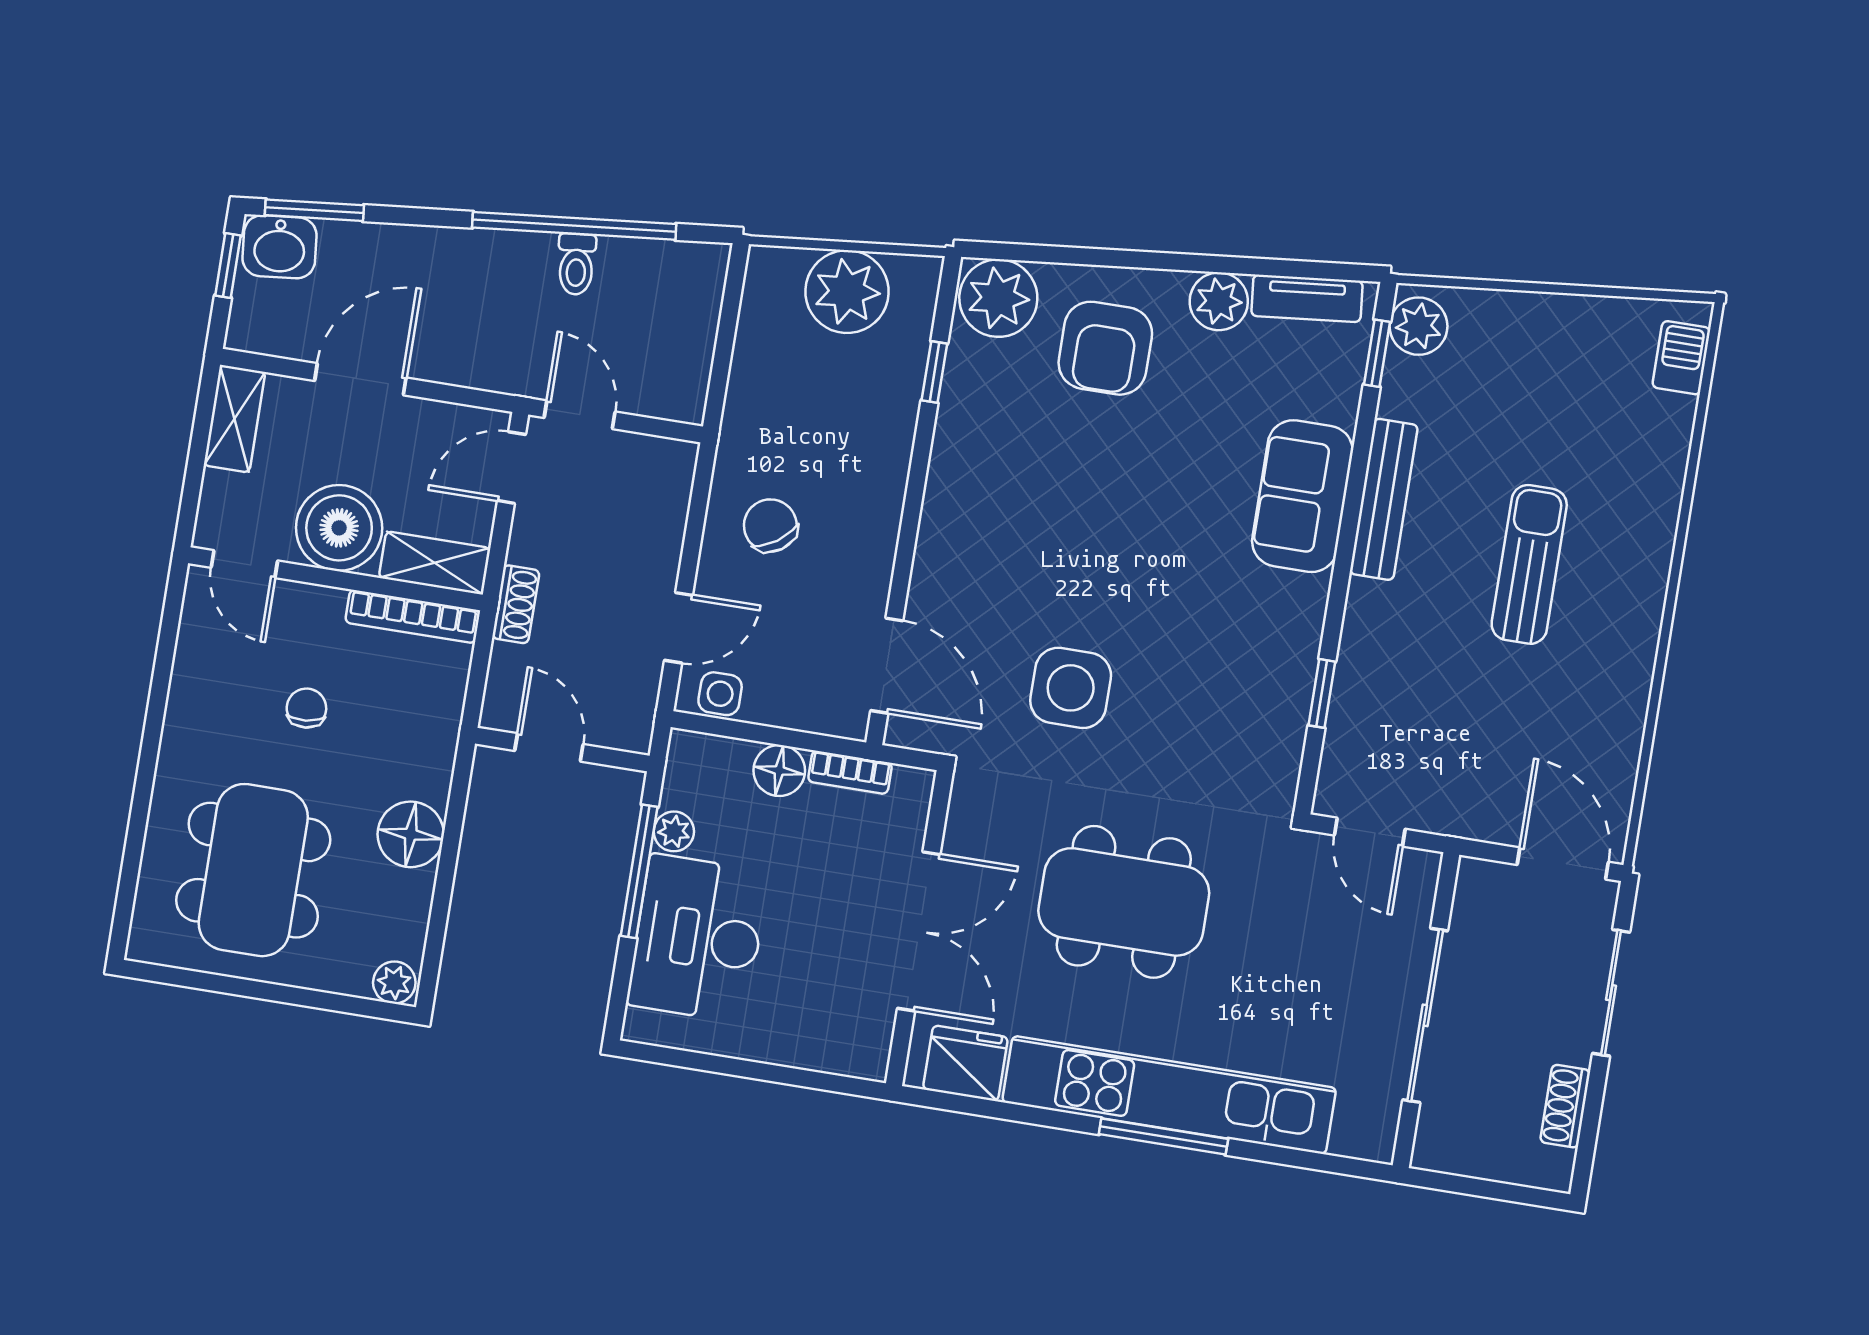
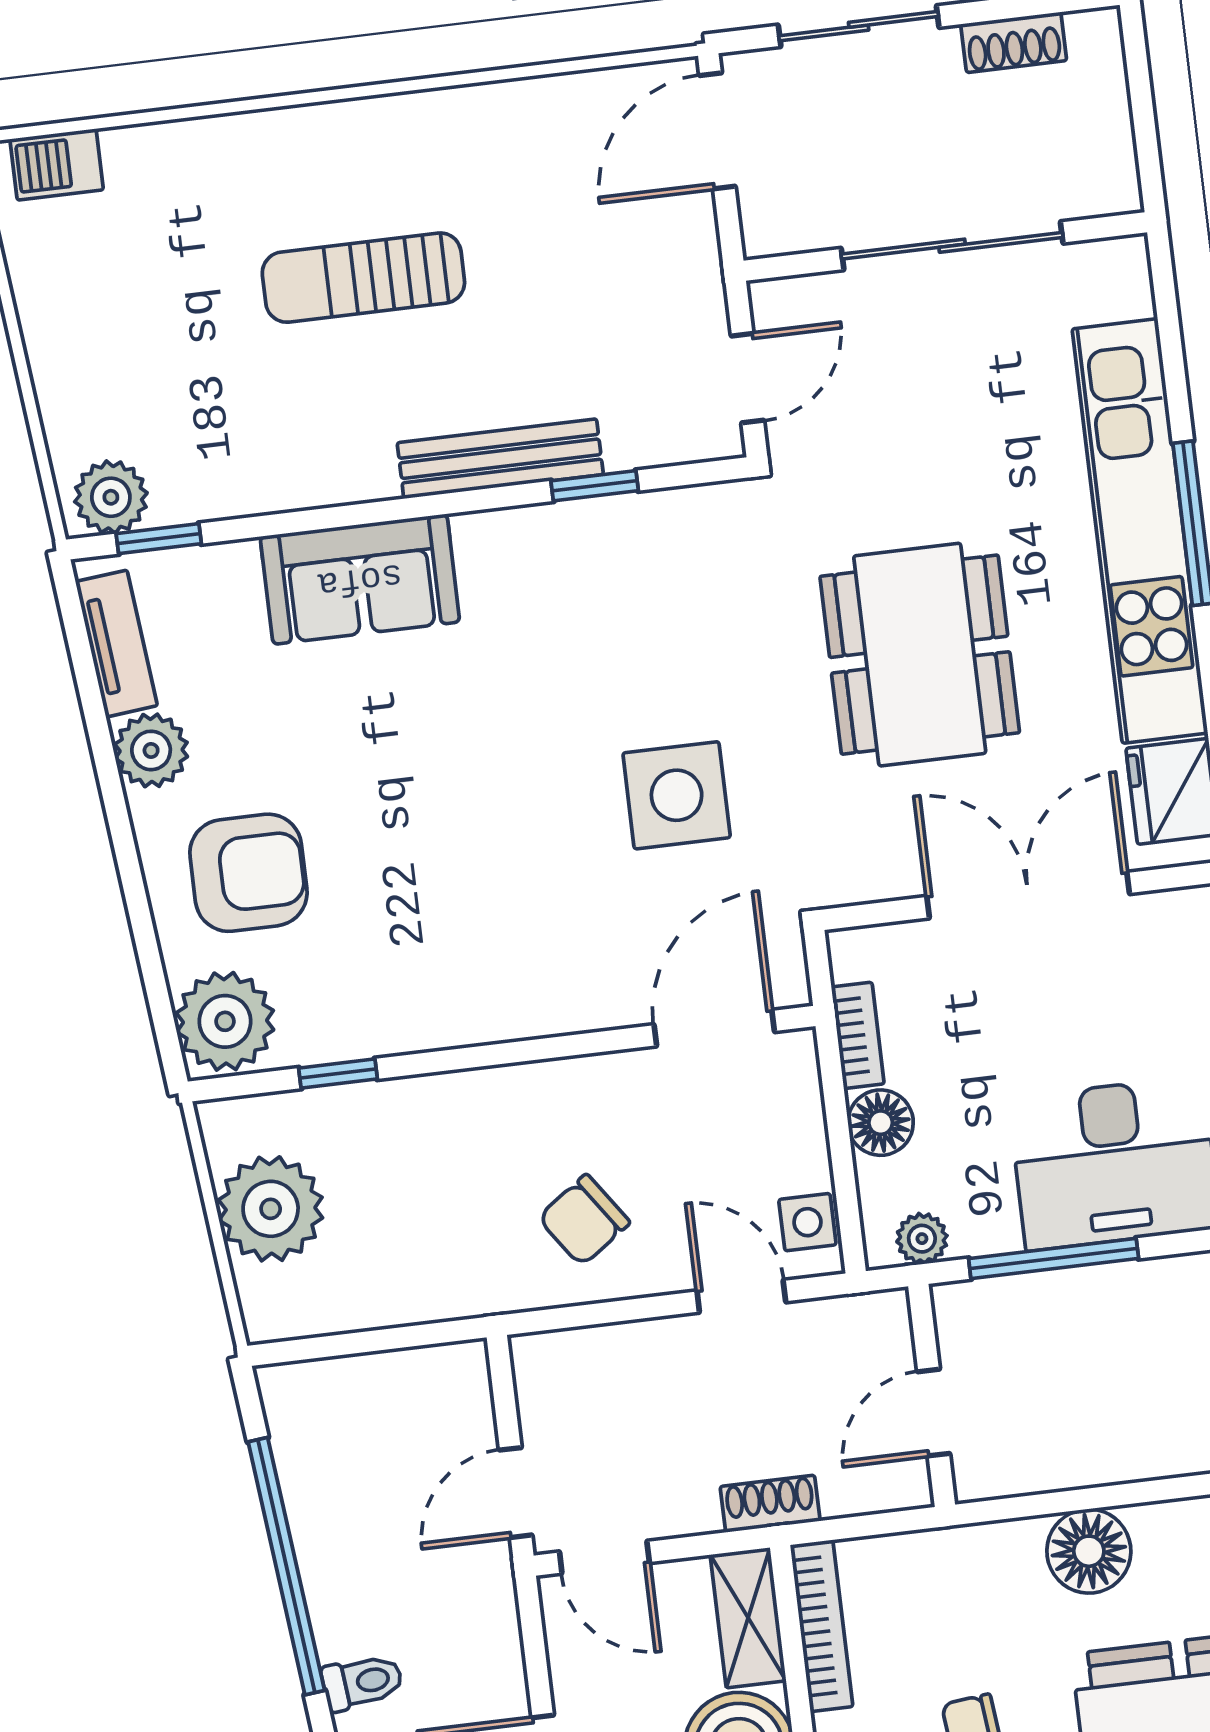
toilet: (576, 264) -> (362, 1682), moved
bench: (1384, 499) -> (500, 459), moved
plant: (674, 831) -> (922, 1239), moved

